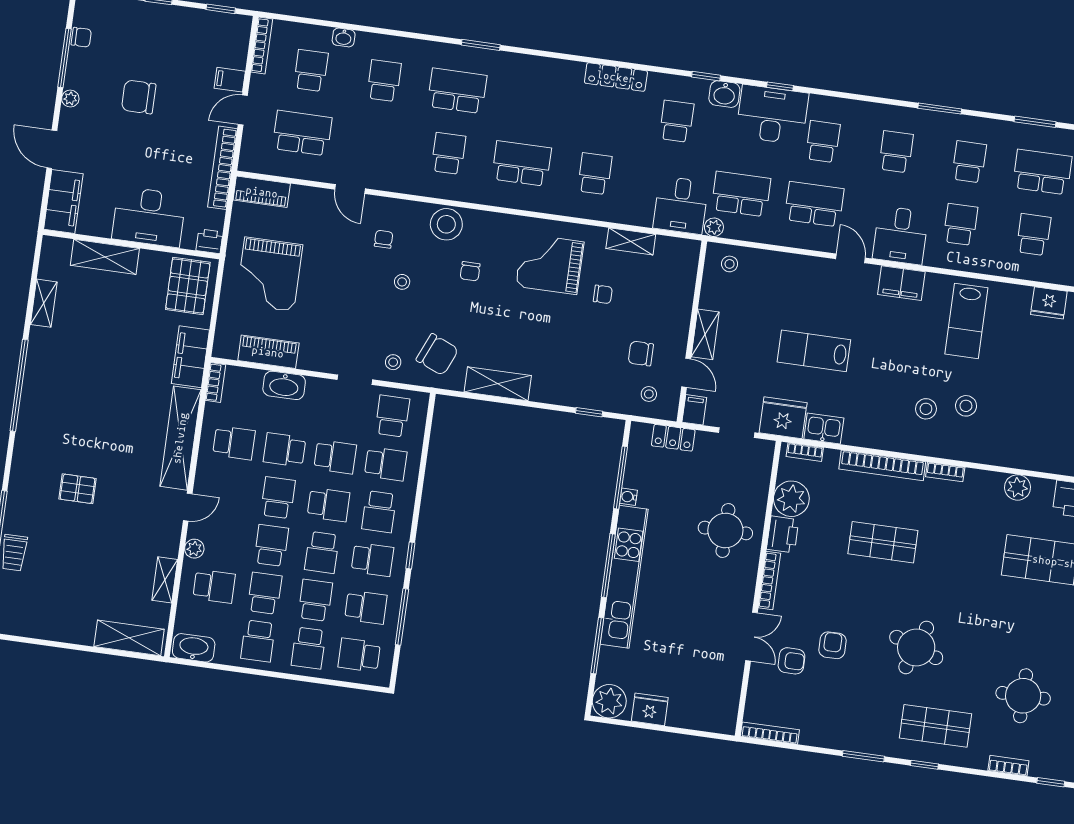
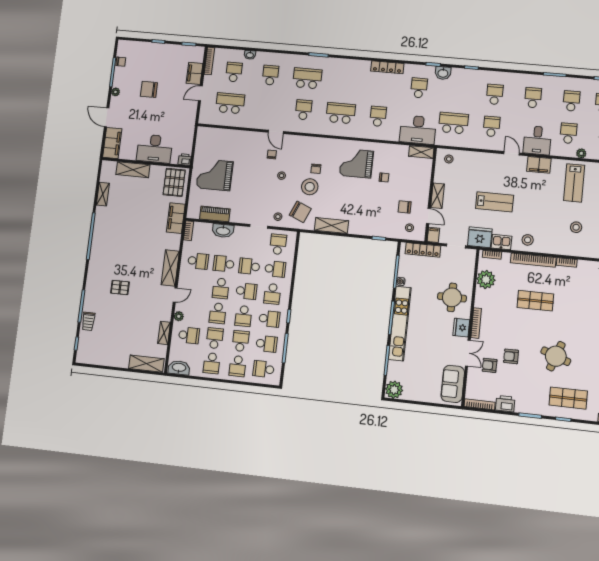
filing cabinet: (230, 80) -> (194, 73), width x2.00
desk: (772, 115) -> (468, 82), removed
bookcase: (223, 168) -> (191, 122), removed
door: (350, 189) -> (276, 132), moved
piano: (262, 192) -> (210, 133), removed
school desk: (814, 204) -> (492, 126), width x0.54
desk: (681, 205) -> (418, 130), width x1.37
stool: (446, 224) -> (310, 187), moved
plant: (714, 227) -> (581, 153), moved
shelving: (631, 241) -> (421, 152), moved
grand piano: (269, 274) -> (215, 175), turned 90
lab bench: (814, 351) -> (495, 202), turned 180
stool: (926, 409) -> (528, 240), moved
shelving: (180, 438) -> (170, 268), width x0.68
locker: (673, 438) -> (423, 250), width x1.53
school desk: (335, 457) -> (249, 266), turned 180
school desk: (278, 498) -> (221, 288), turned 180
printer: (783, 534) -> (505, 404), moved, turned -90
school desk: (271, 545) -> (218, 313), turned 180
armchair: (832, 645) -> (511, 356), turned -90
armchair: (791, 661) -> (490, 365), turned 180
sofa: (721, 694) -> (453, 384), added
fridge: (650, 709) -> (461, 328), moved, turned -90

